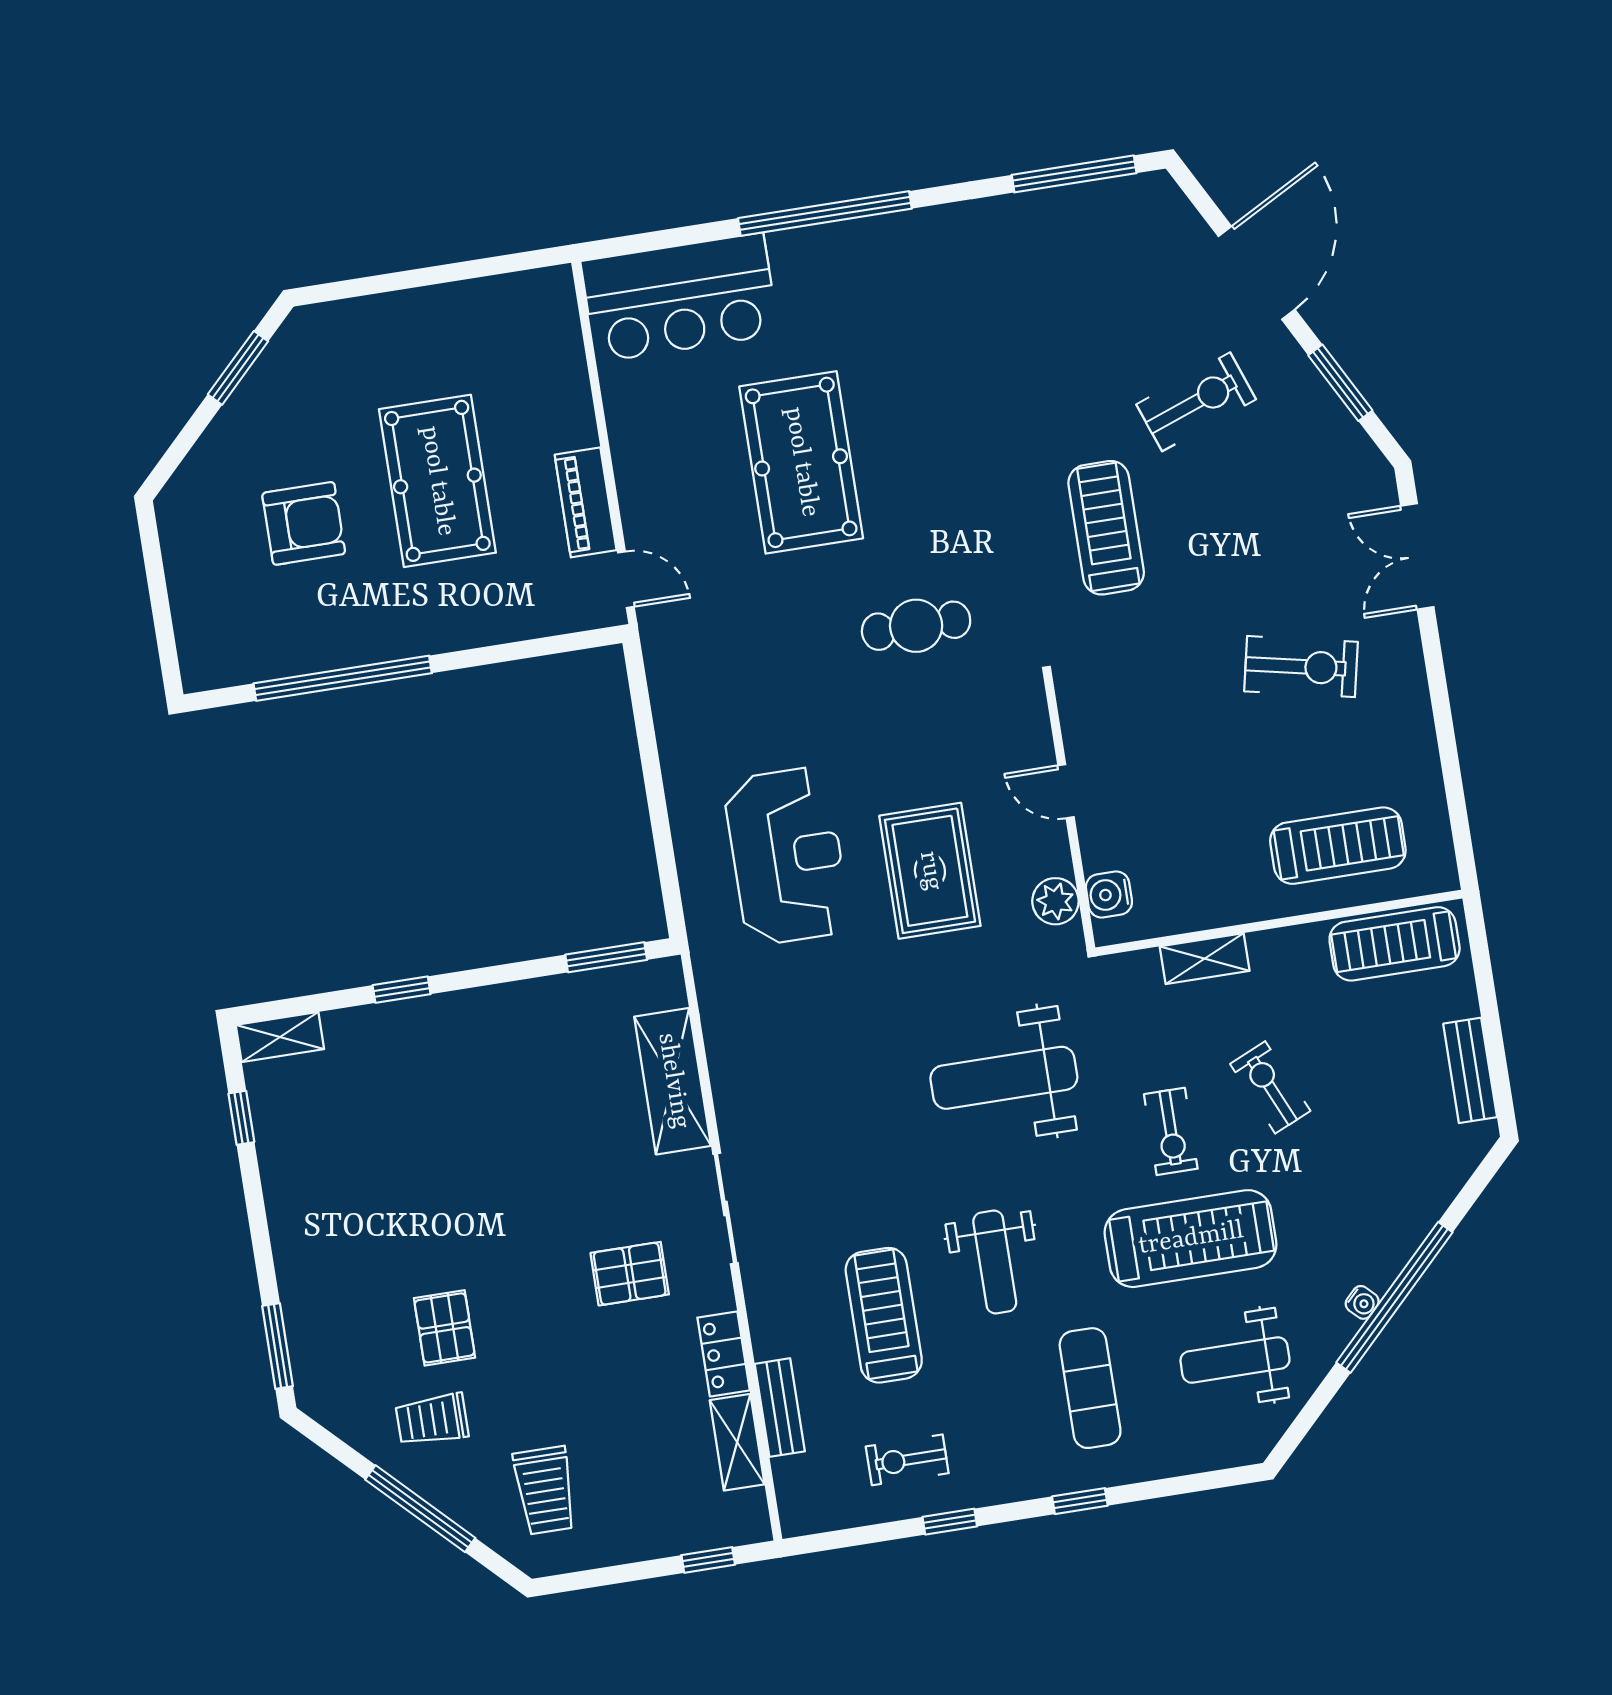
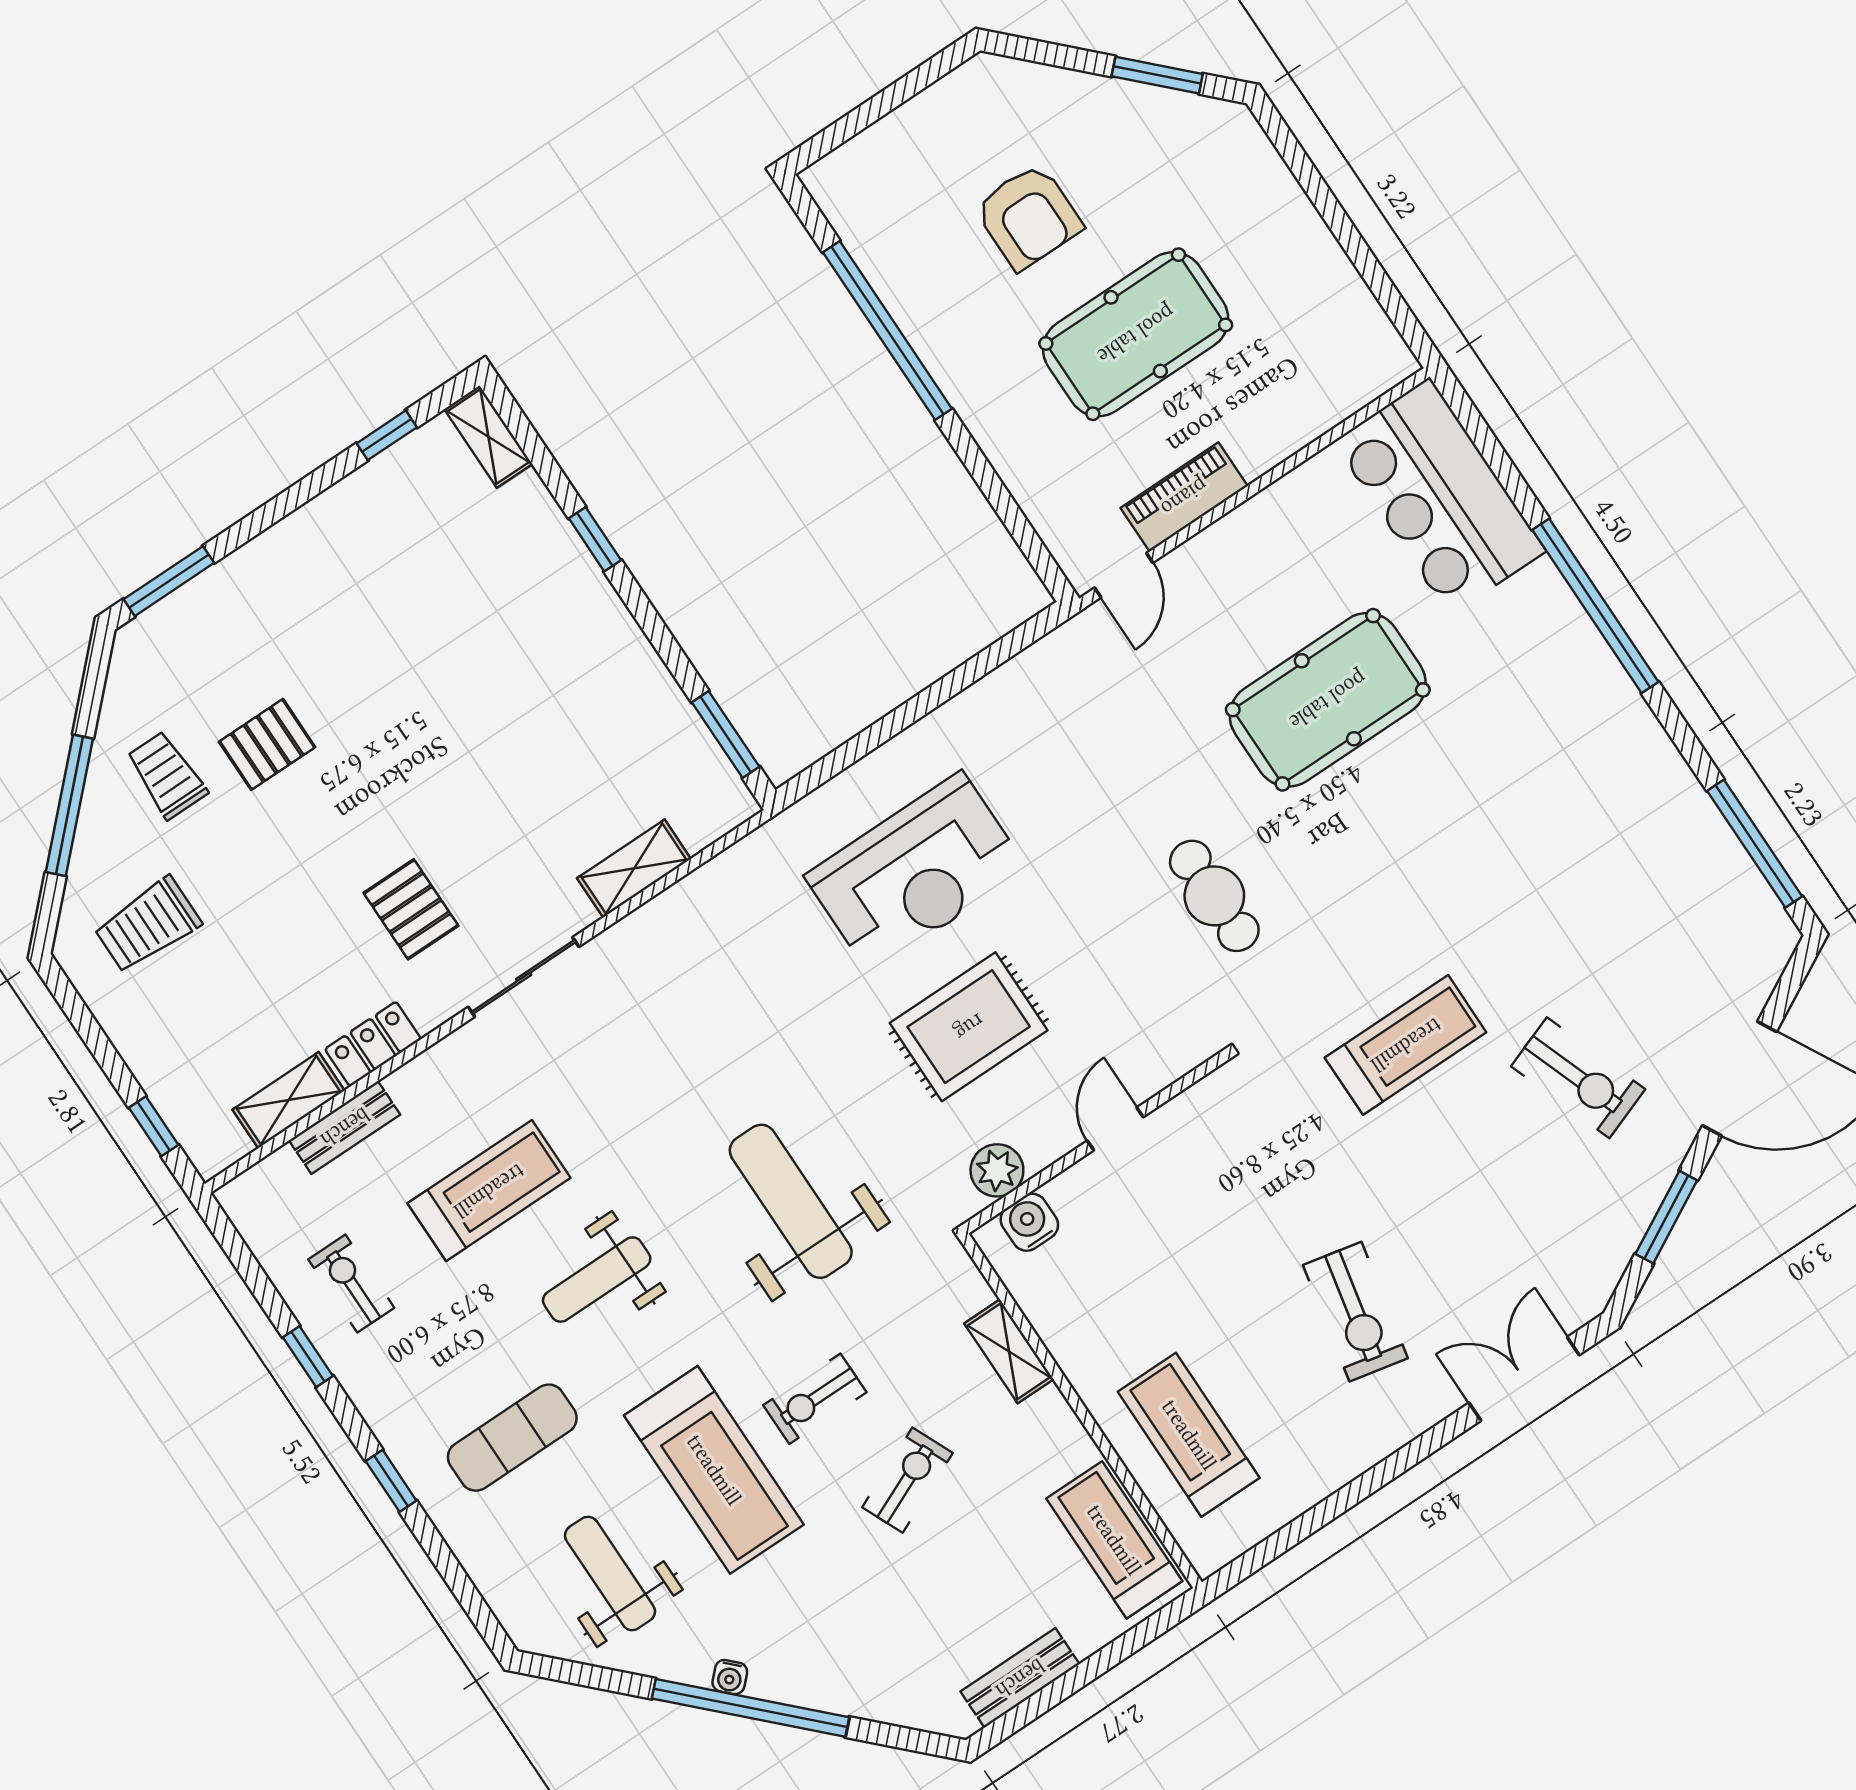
treadmill: (1338, 846) -> (1189, 1435), turned 180
shelving: (673, 1081) -> (634, 868), width x0.67, depth x0.75

